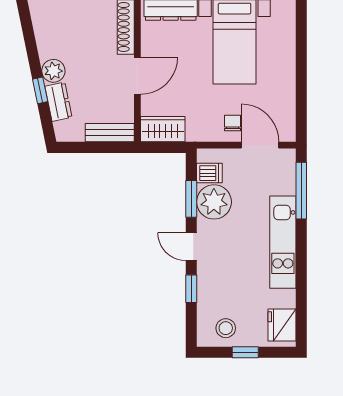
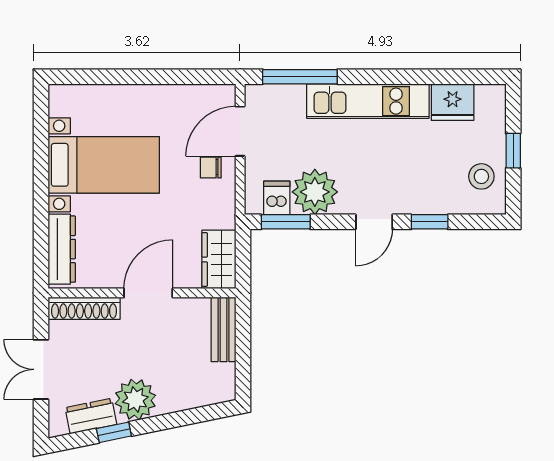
plant: (53, 71) -> (135, 399), width x1.36, depth x1.36
door: (137, 76) -> (148, 293), hinge flipped
window: (40, 90) -> (114, 432), moved
dresser: (58, 102) -> (91, 416), moved
window: (191, 199) -> (286, 222), moved
fridge: (282, 325) -> (453, 102), moved

